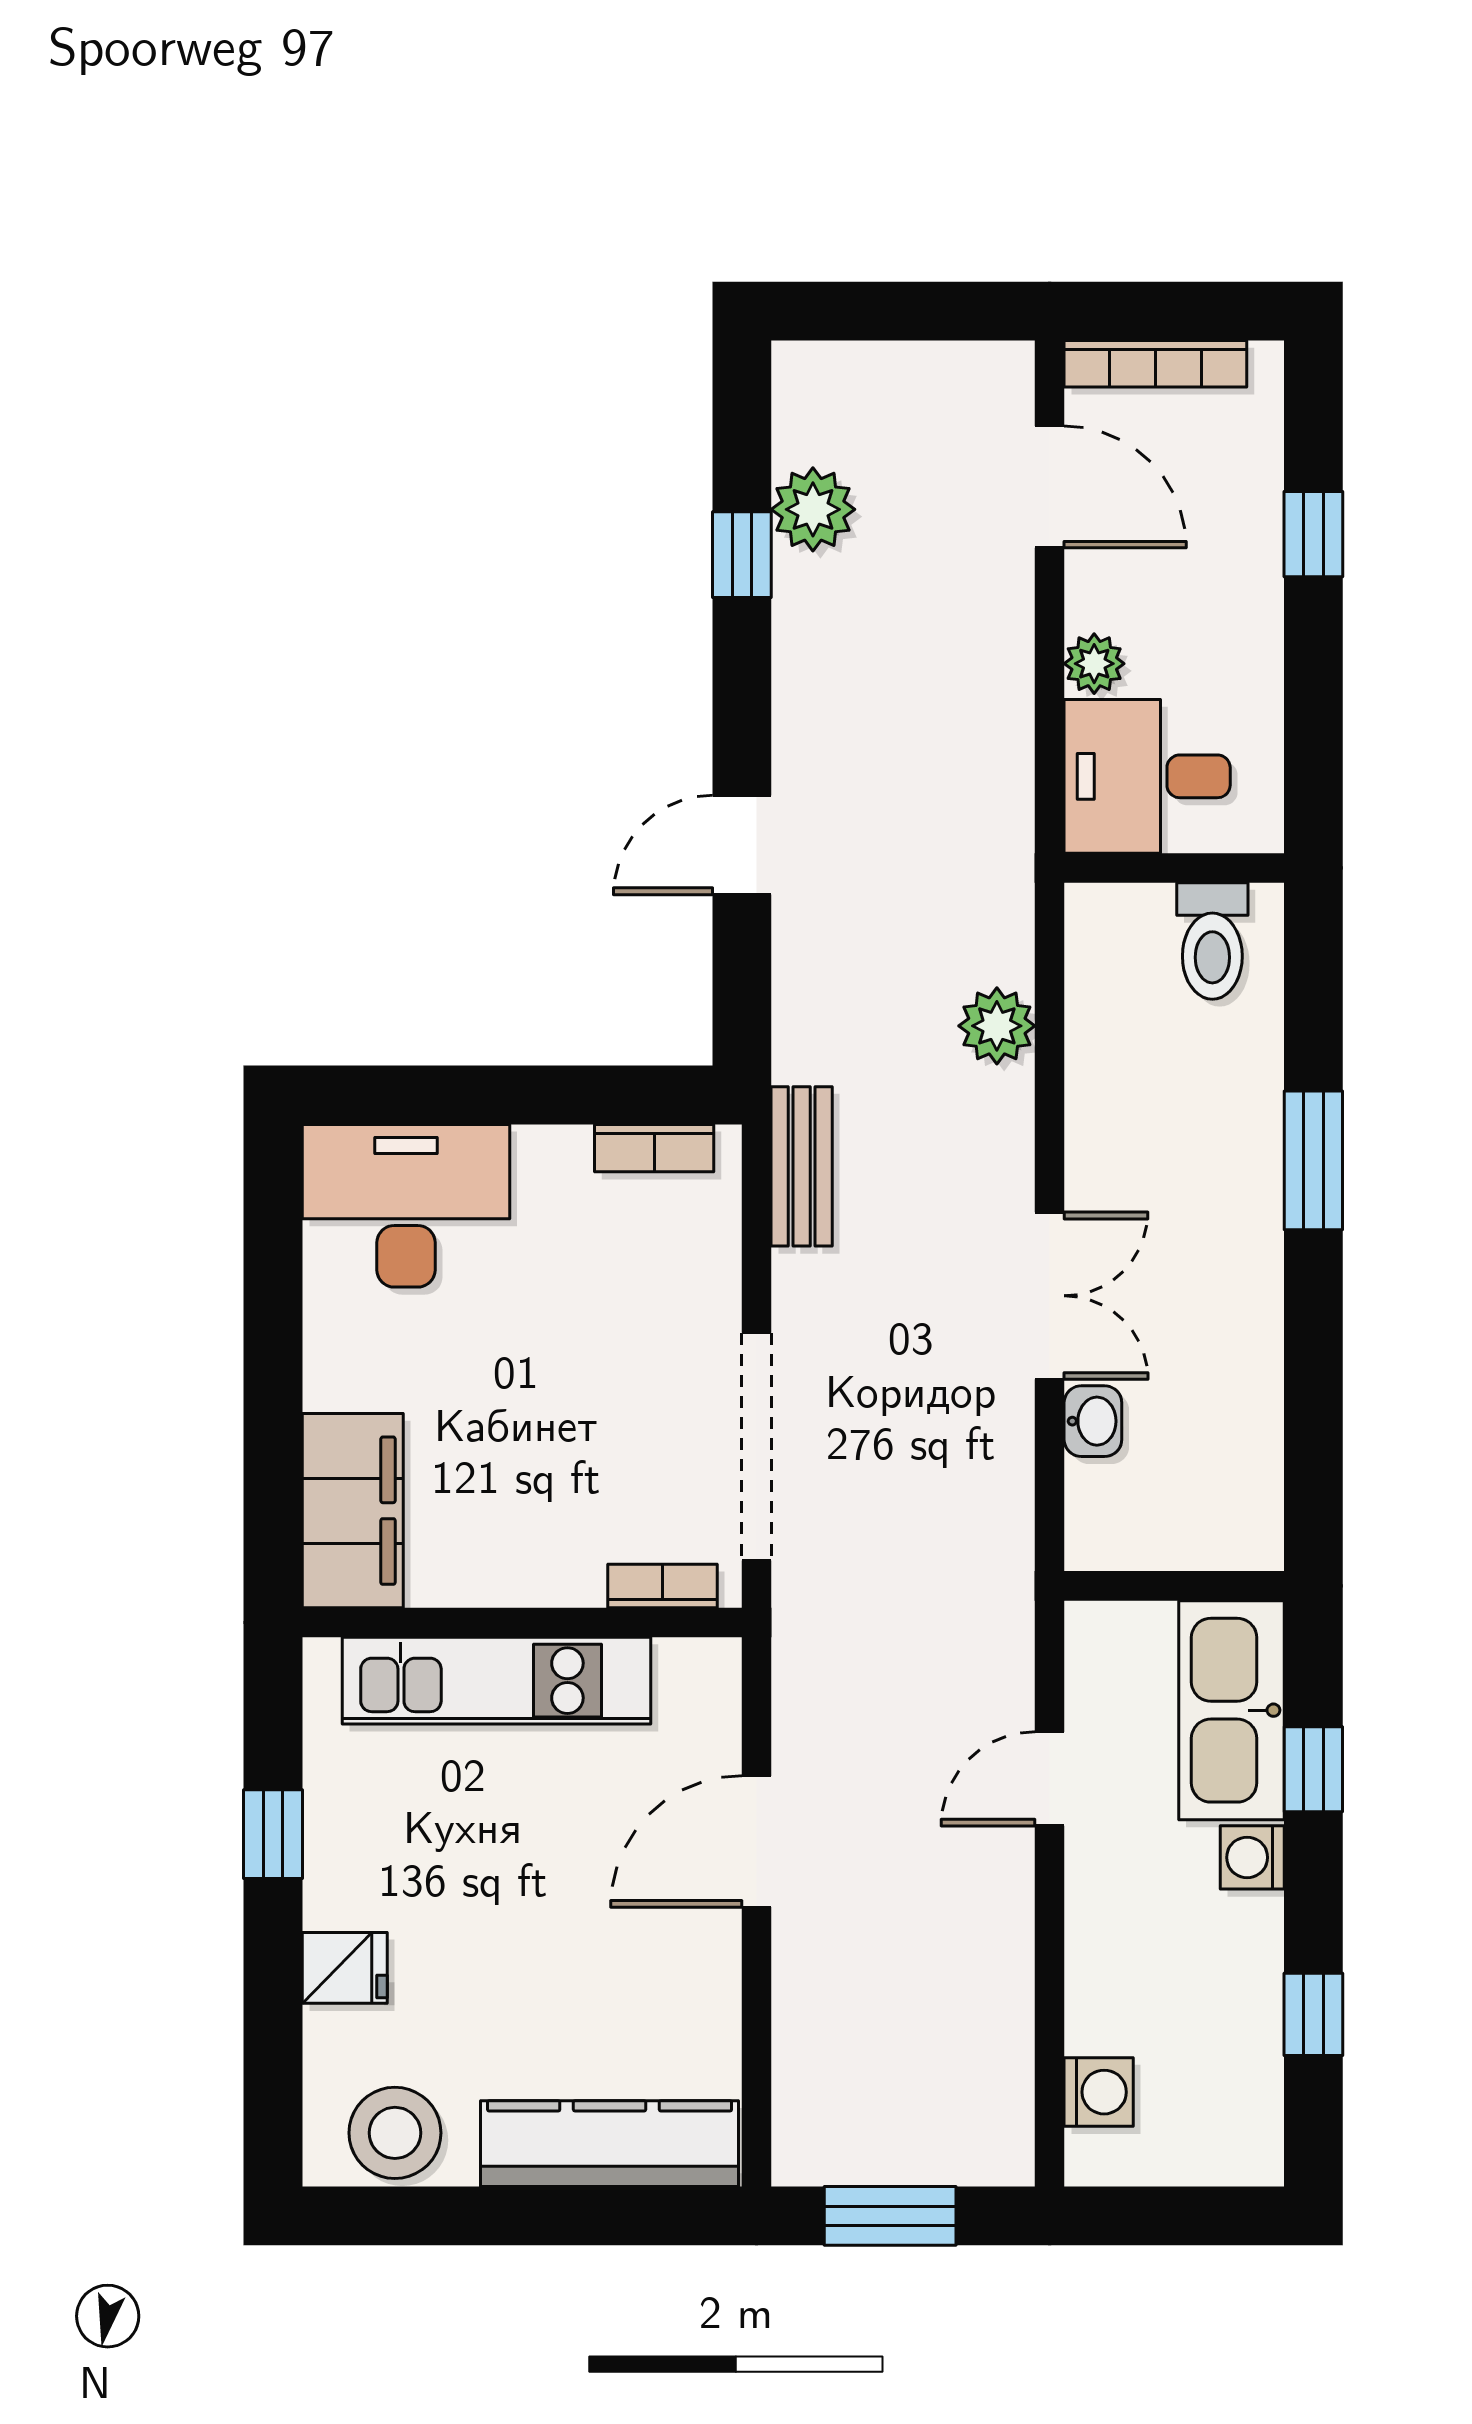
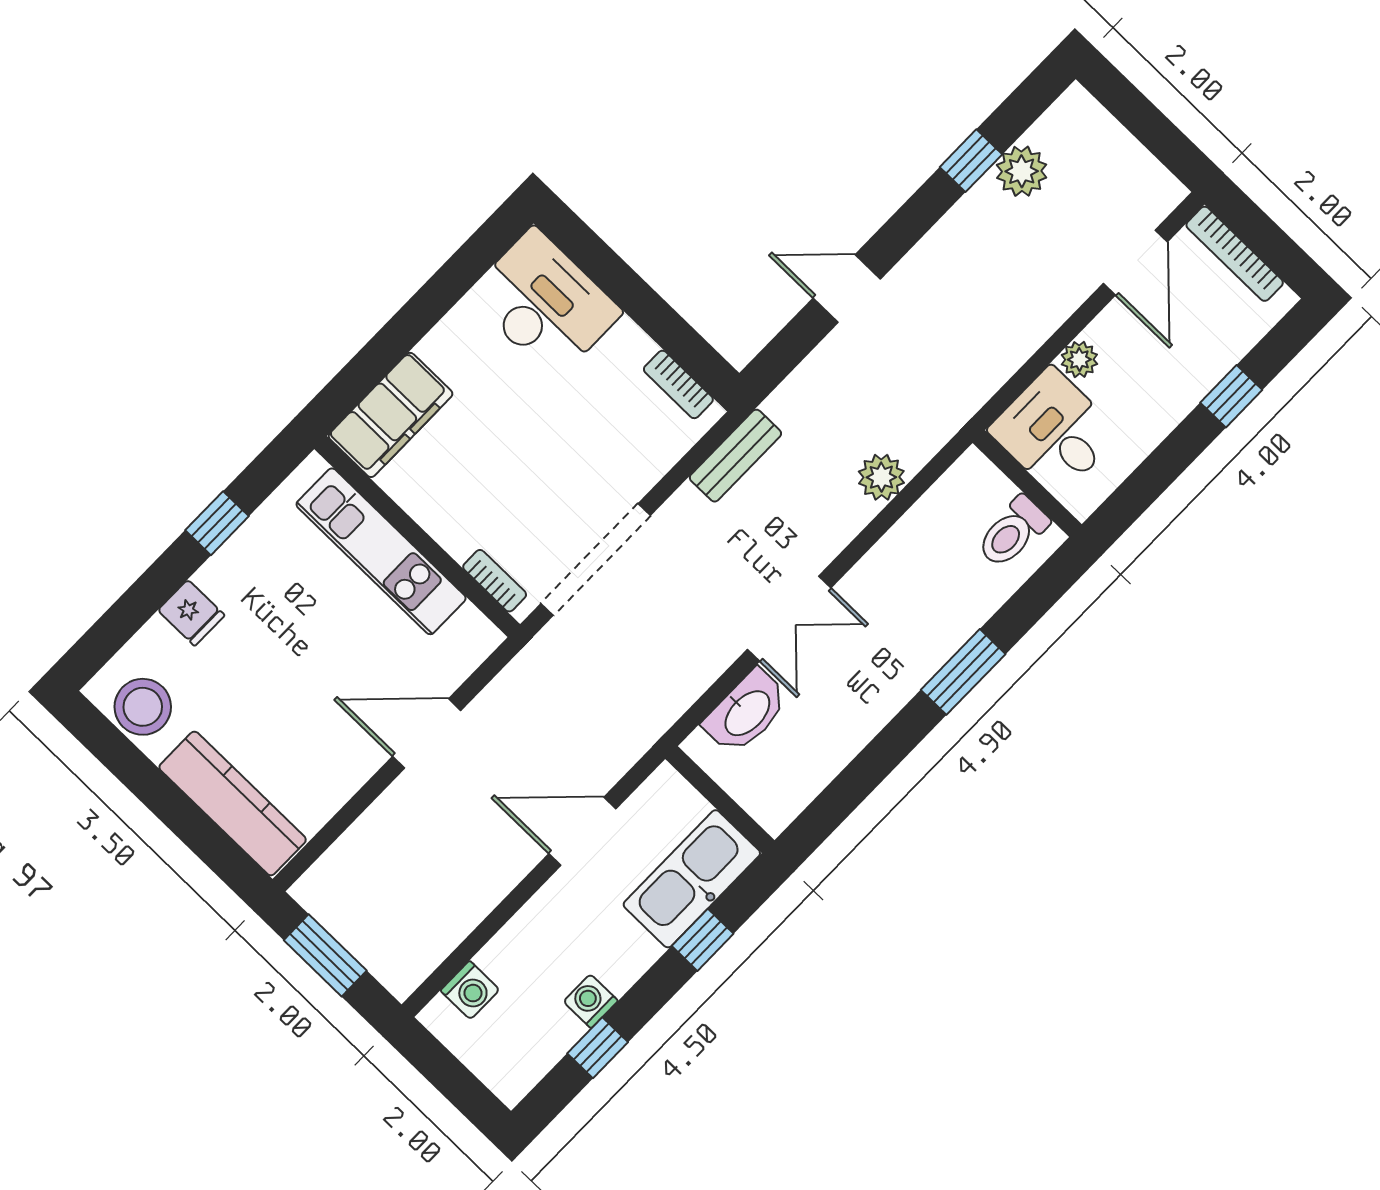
washbasin: (1093, 1421) -> (746, 712), width x1.91, depth x1.45
door: (1050, 1779) -> (582, 831), width x1.38
washing machine: (1252, 1857) -> (591, 1001), moved

